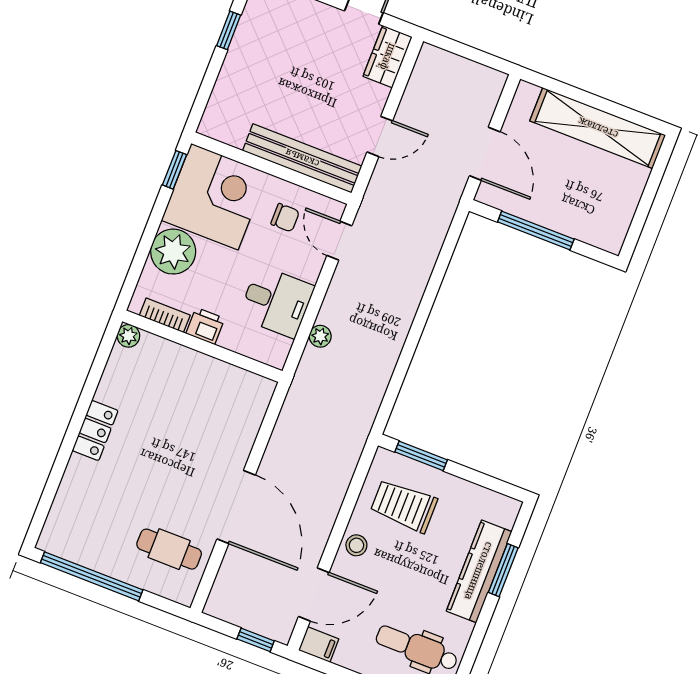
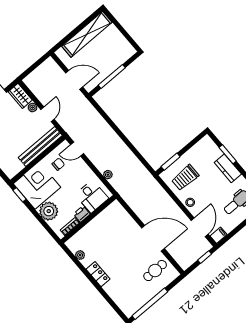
plant: (377, 96) -> (33, 107), added
desk: (276, 302) -> (92, 196), moved, turned 90
plant: (128, 336) -> (80, 255), moved
kitchen counter: (479, 571) -> (228, 168), width x0.67

